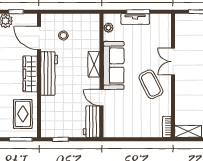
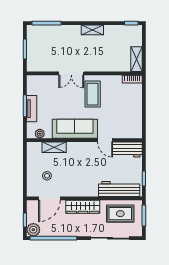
shelving: (94, 64) -> (54, 147), moved
workbench: (49, 74) -> (119, 189), moved
coffee table: (151, 84) -> (93, 94), turned -63
door: (102, 98) -> (105, 140), hinge flipped

